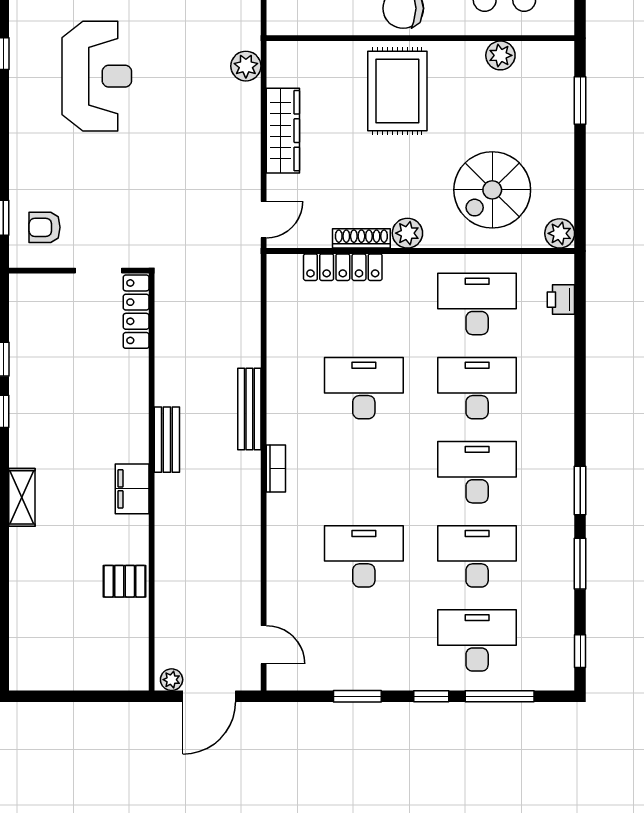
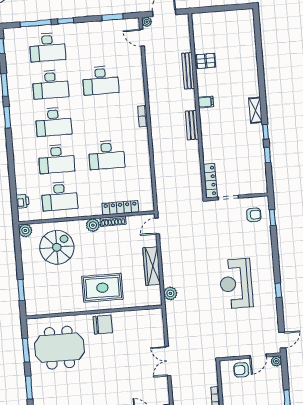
plant: (500, 55) -> (58, 307), removed
rug: (397, 91) -> (102, 288), turned 90
bench: (249, 409) -> (188, 71), moved
filing cabinet: (132, 489) -> (206, 102), width x0.50
shelving: (22, 497) -> (256, 110), moved
plant: (172, 680) -> (147, 22), moved
window: (357, 696) -> (112, 17), moved

